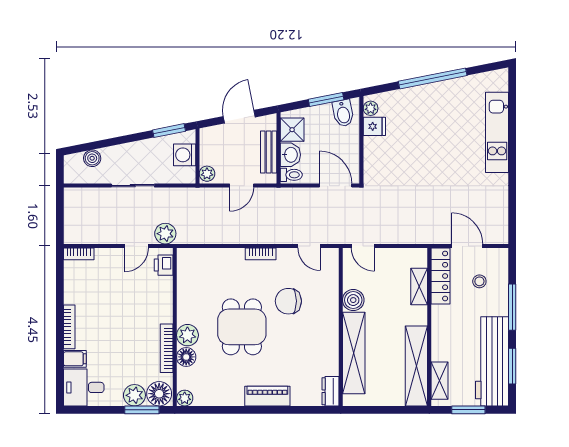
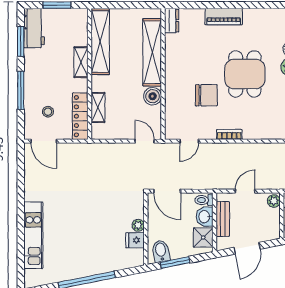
plant: (371, 108) -> (138, 225), moved
door: (309, 246) -> (189, 141), swing flipped
door: (467, 246) -> (44, 141), moved
workbench: (492, 361) -> (34, 28), width x0.53, depth x0.76
shelving: (439, 381) -> (81, 62), moved

